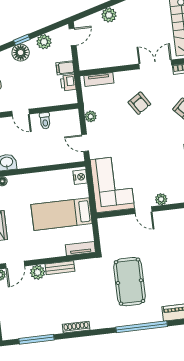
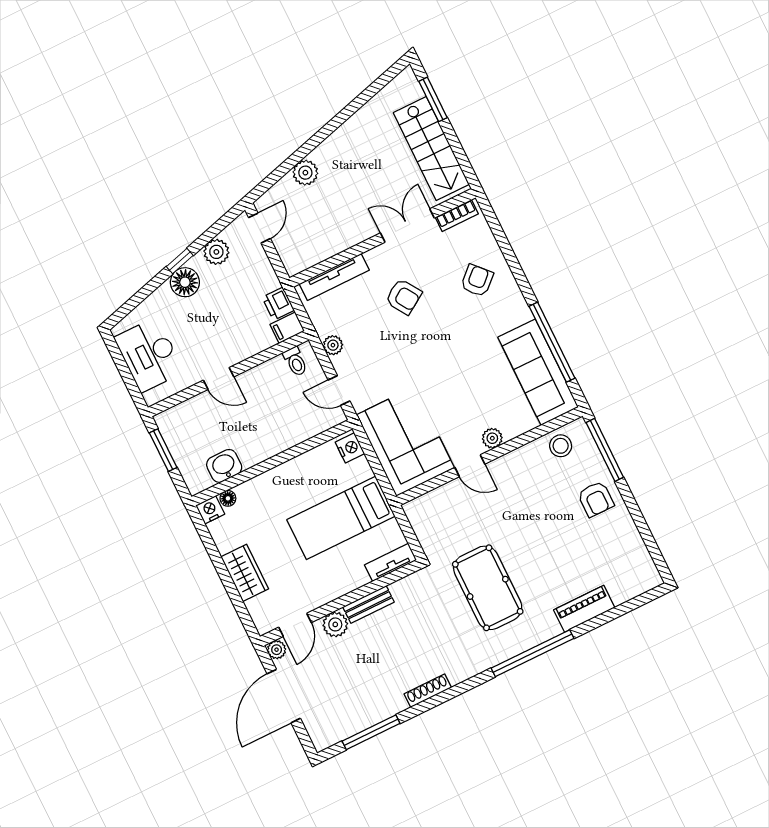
filing cabinet: (65, 68) -> (287, 328), moved
tv unit: (99, 79) -> (334, 277), width x1.41
toilet: (45, 121) -> (295, 361), moved

